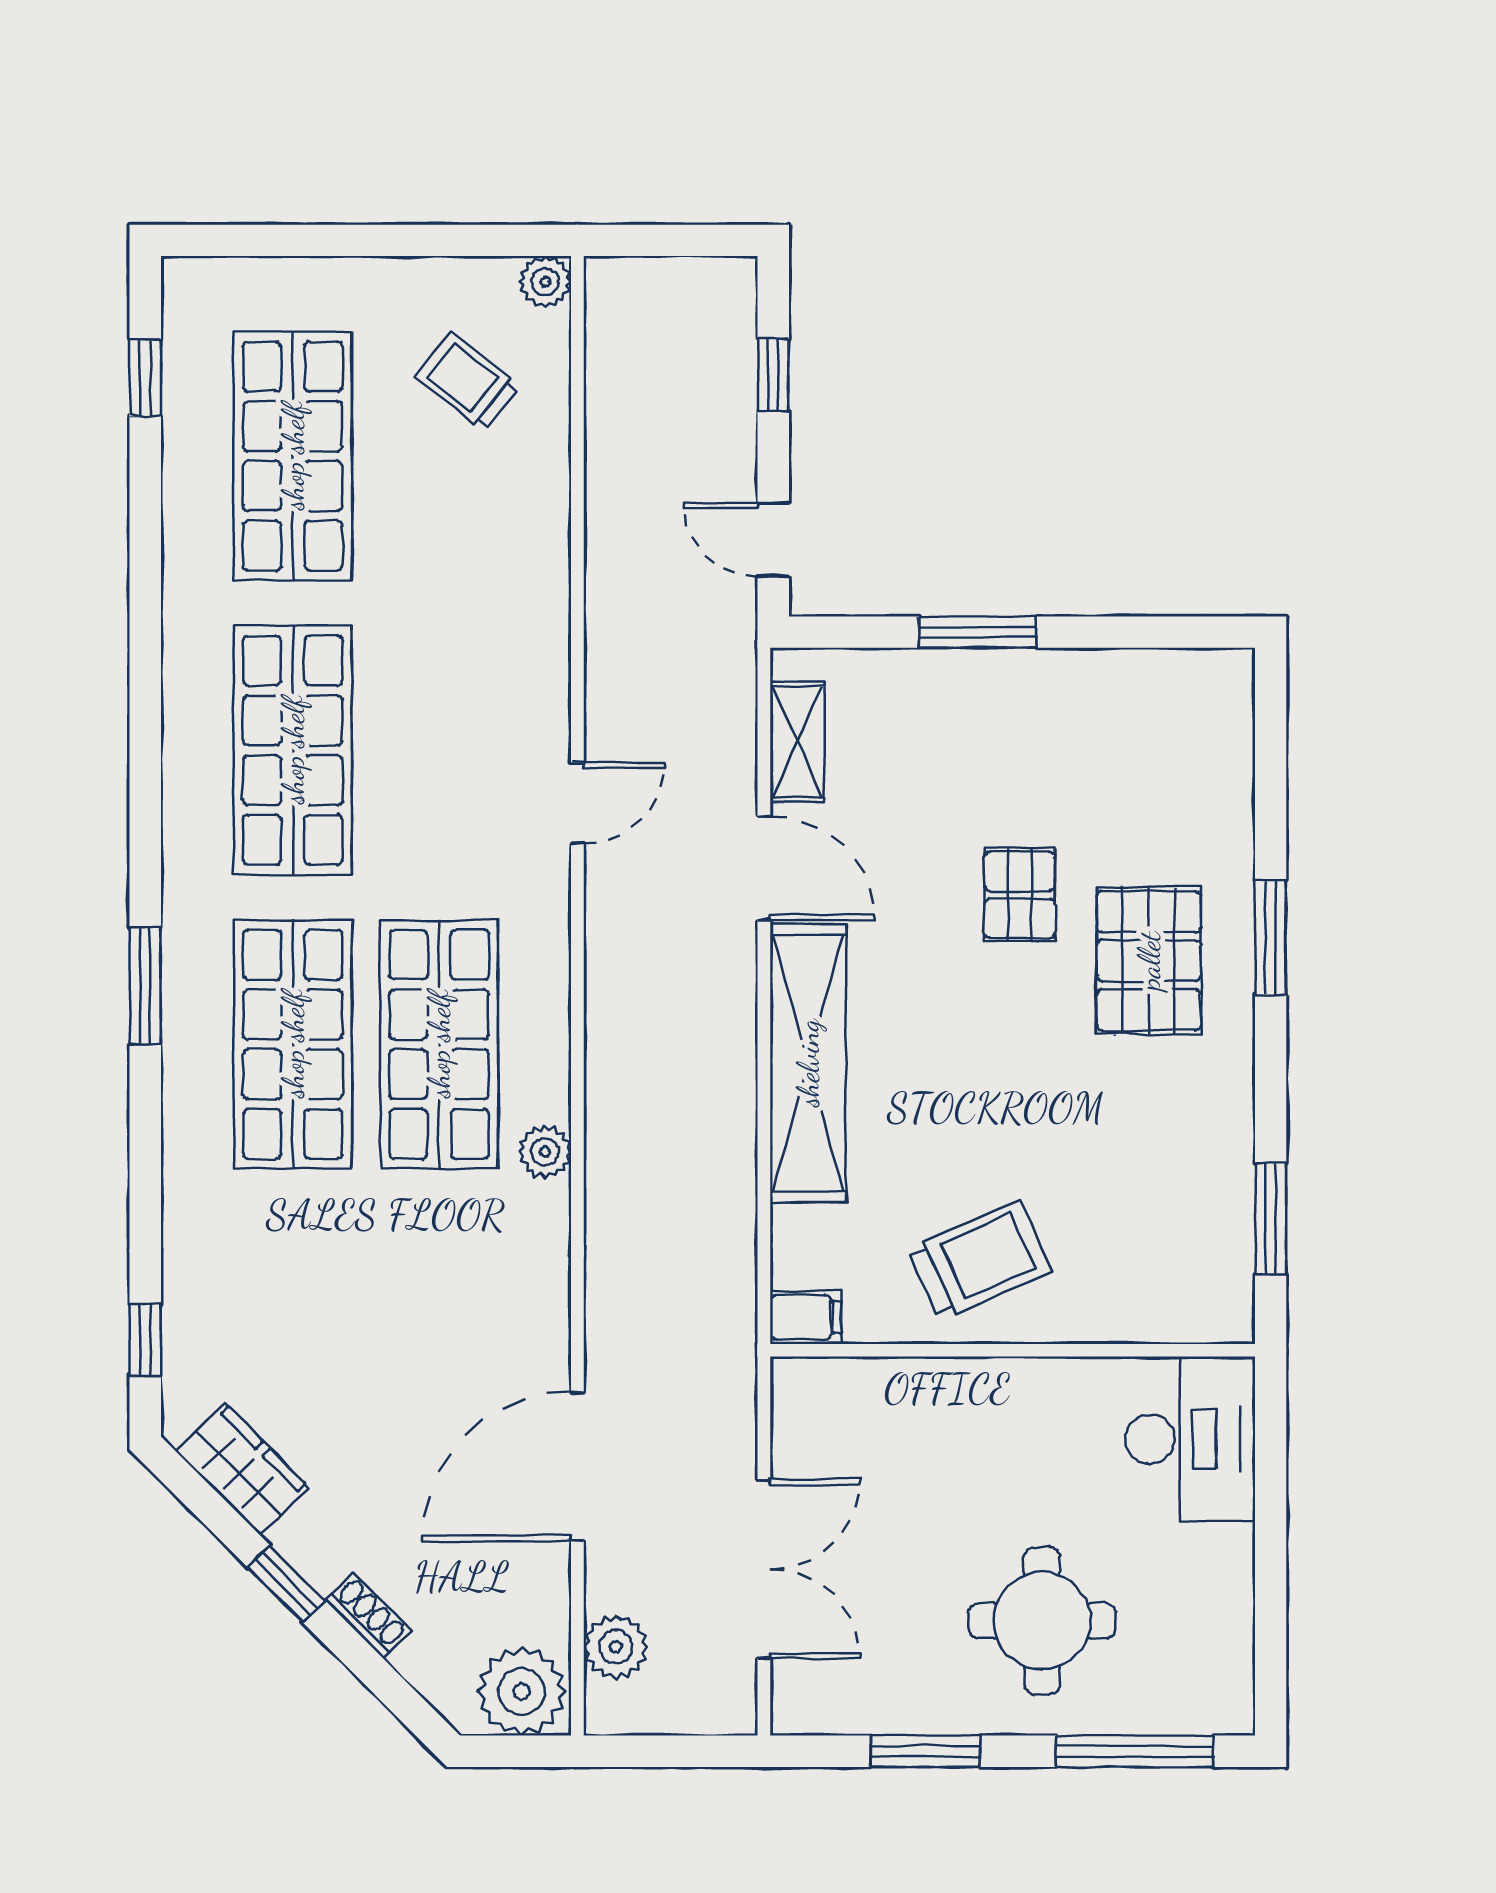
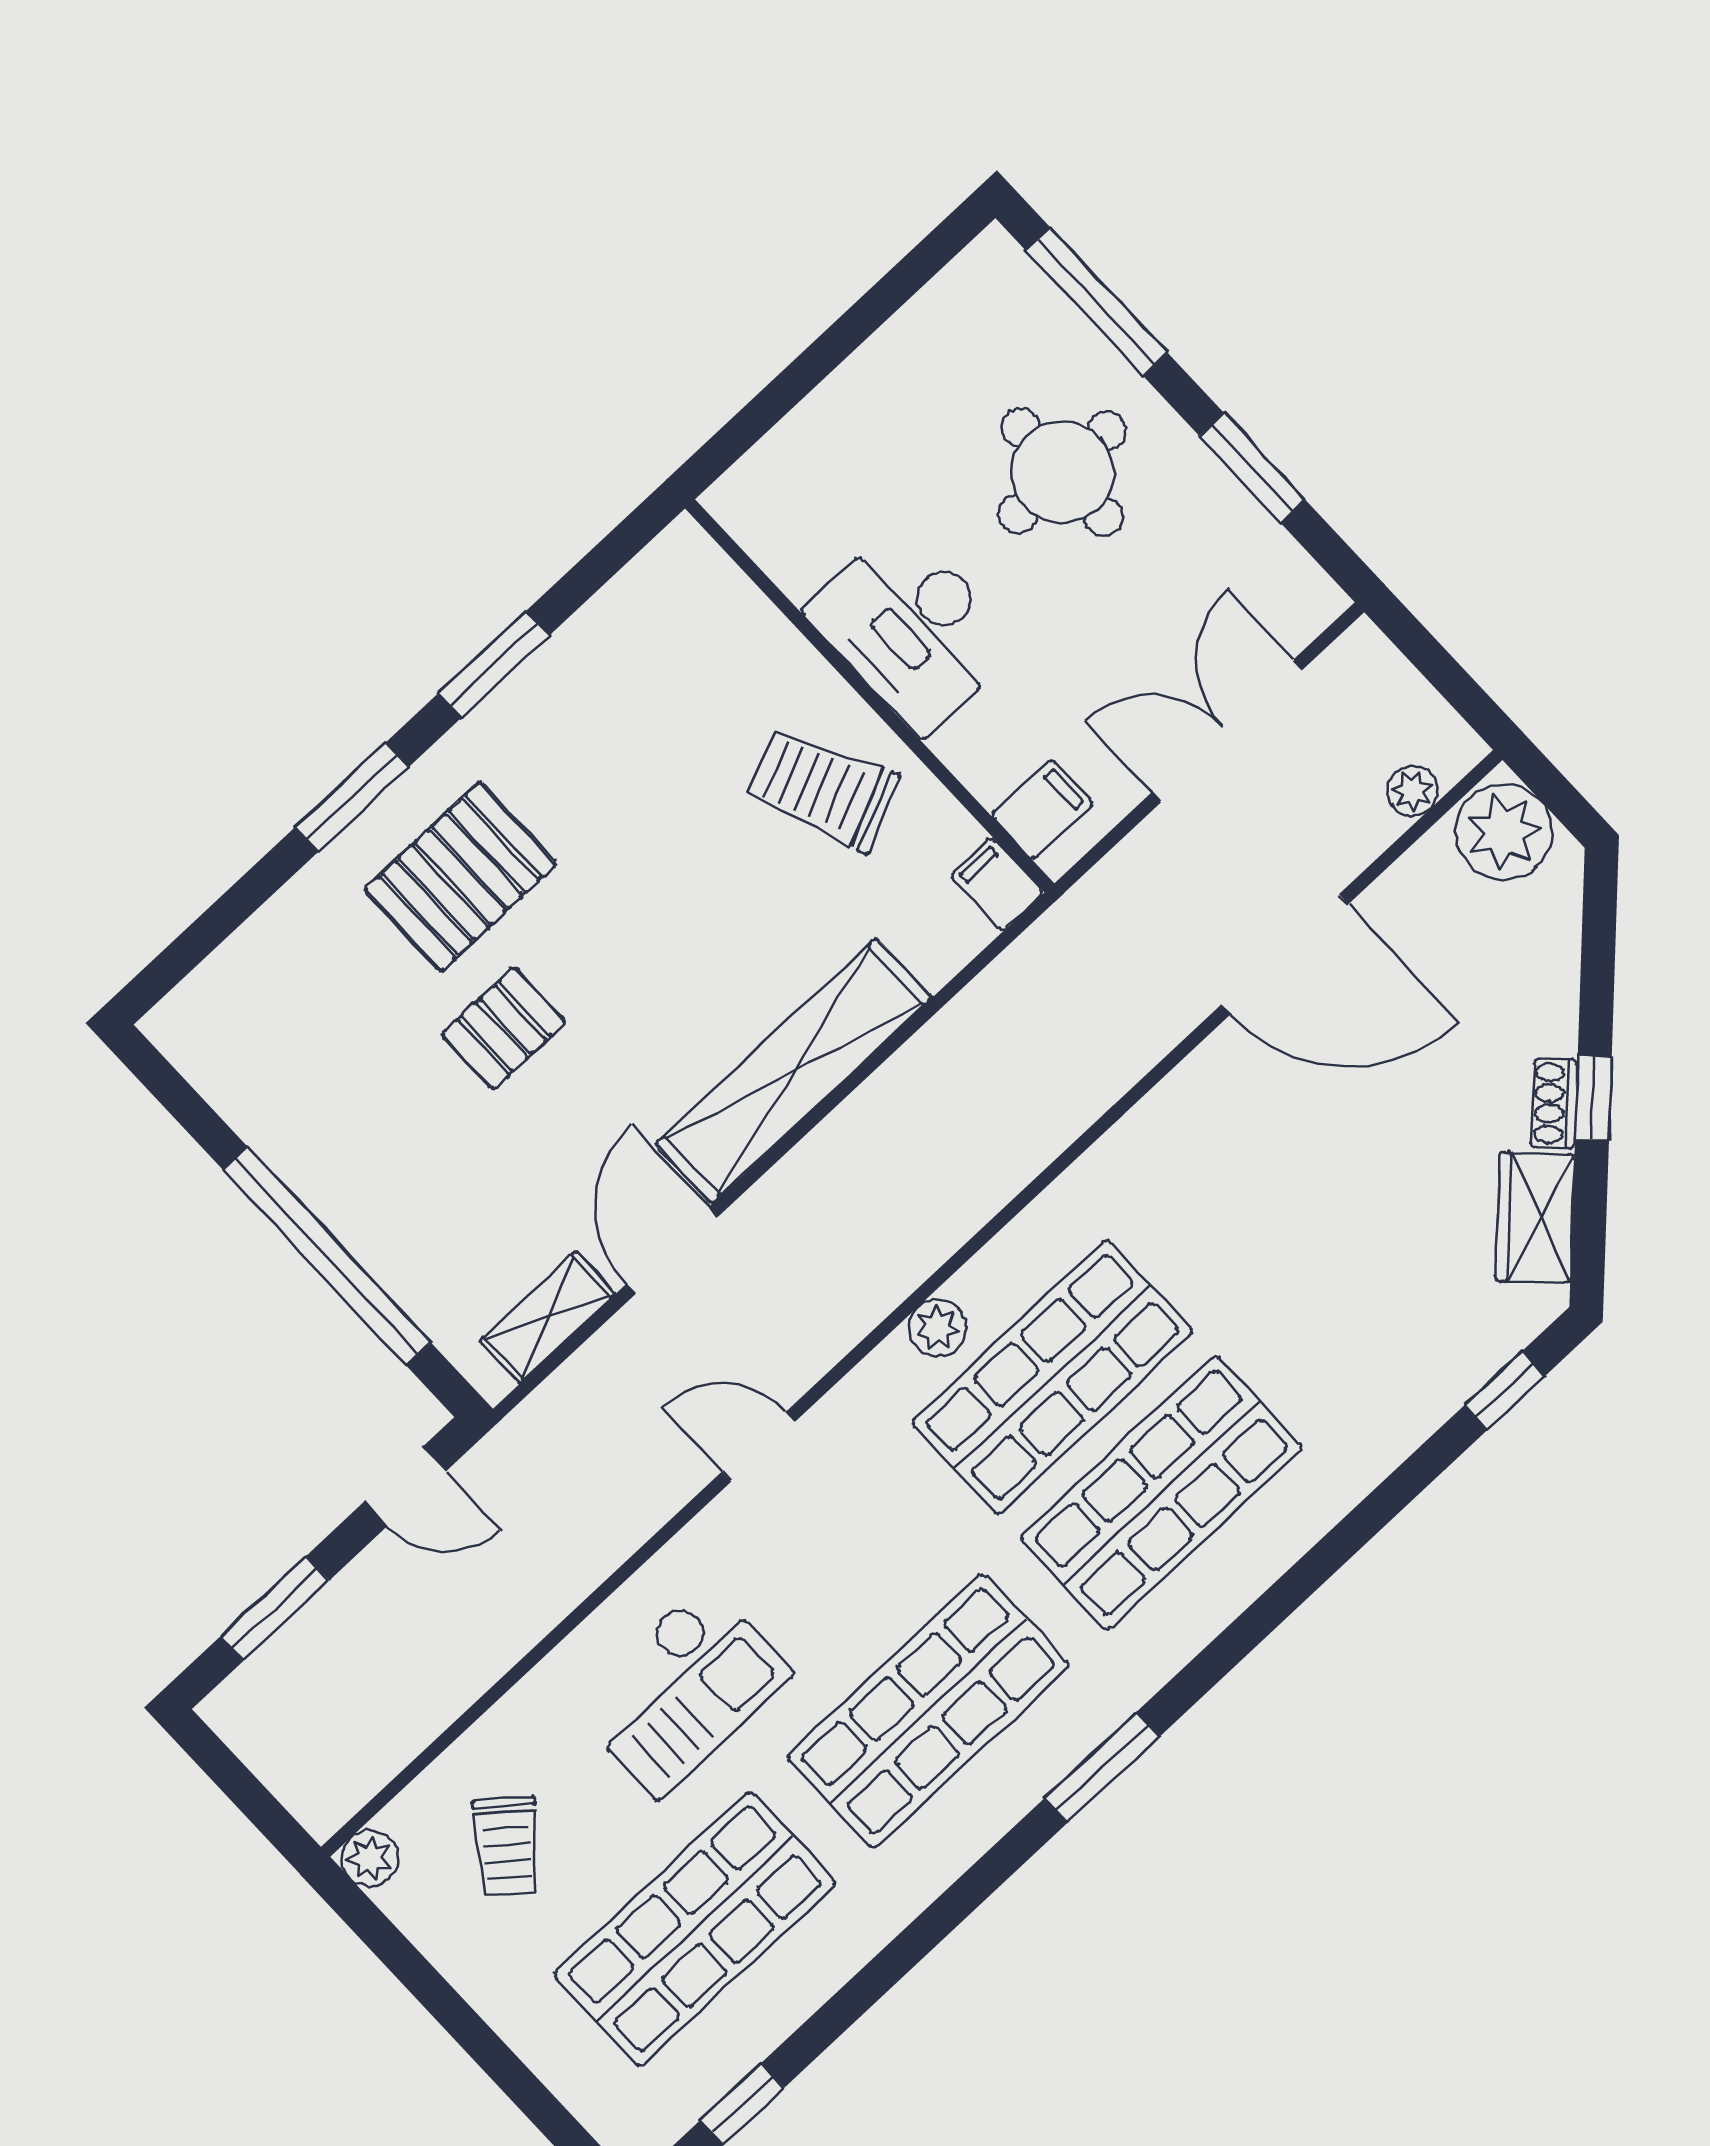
window: (773, 375) -> (275, 1608), width x1.50
door: (773, 540) -> (405, 1486), hinge flipped
checkout: (462, 597) -> (681, 1690), added
window: (978, 632) -> (327, 1256), width x2.11
window: (145, 986) -> (1102, 1767), moved
plant: (545, 1152) -> (937, 1328), moved
window: (1271, 1219) -> (494, 665), moved
filing cabinet: (828, 1395) -> (1042, 809), added
desk: (1190, 1439) -> (912, 629), moved, turned -90
shoe rack: (368, 1616) -> (1554, 1104), moved
plant: (616, 1647) -> (1412, 791), width x0.73, depth x0.73

